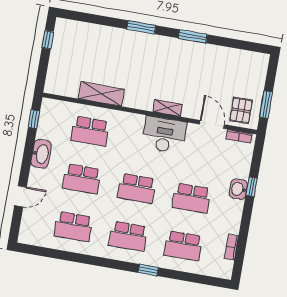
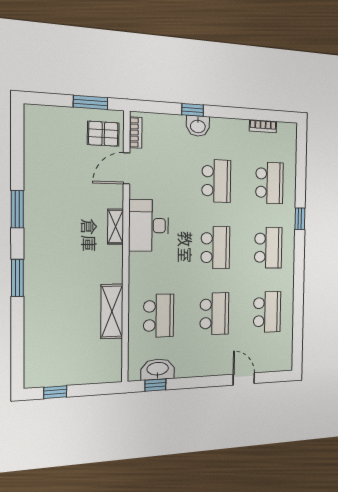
washbasin: (41, 154) -> (158, 369), moved

